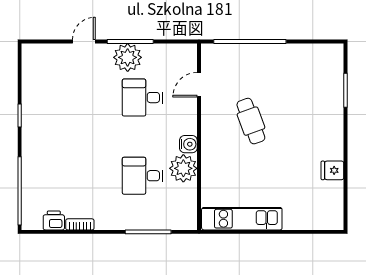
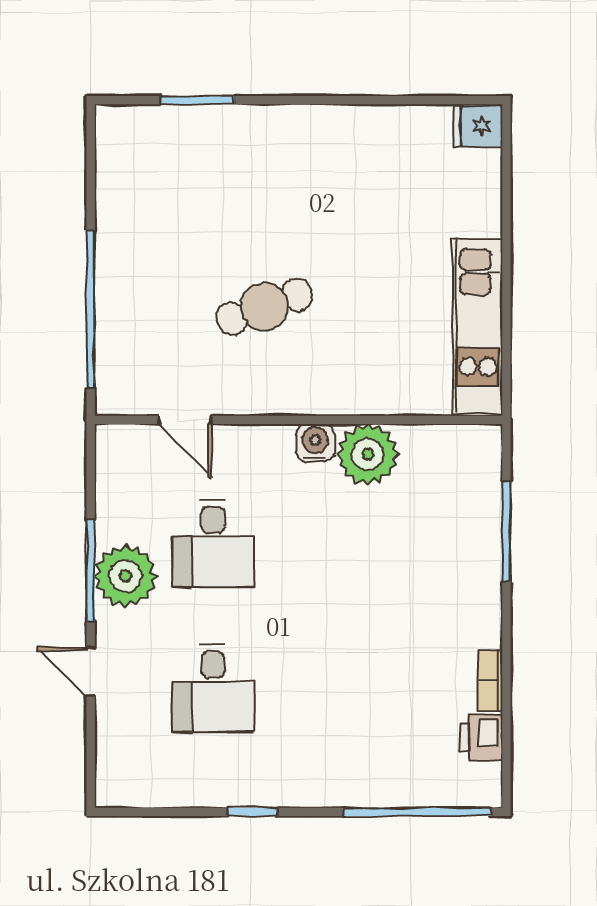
fridge: (332, 170) -> (478, 126), moved, turned 90
desk: (142, 176) -> (213, 688), moved

